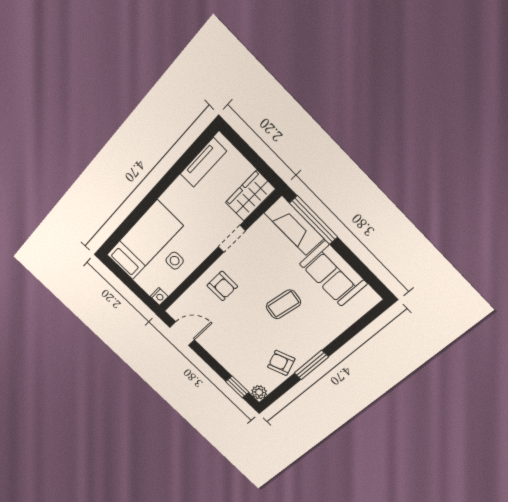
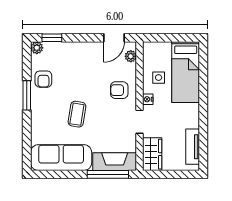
sofa: (333, 274) -> (61, 158), width x1.36
nightstand: (159, 296) -> (148, 99), moved
plant: (182, 304) -> (131, 56), added
armchair: (281, 363) -> (43, 79), turned 112

